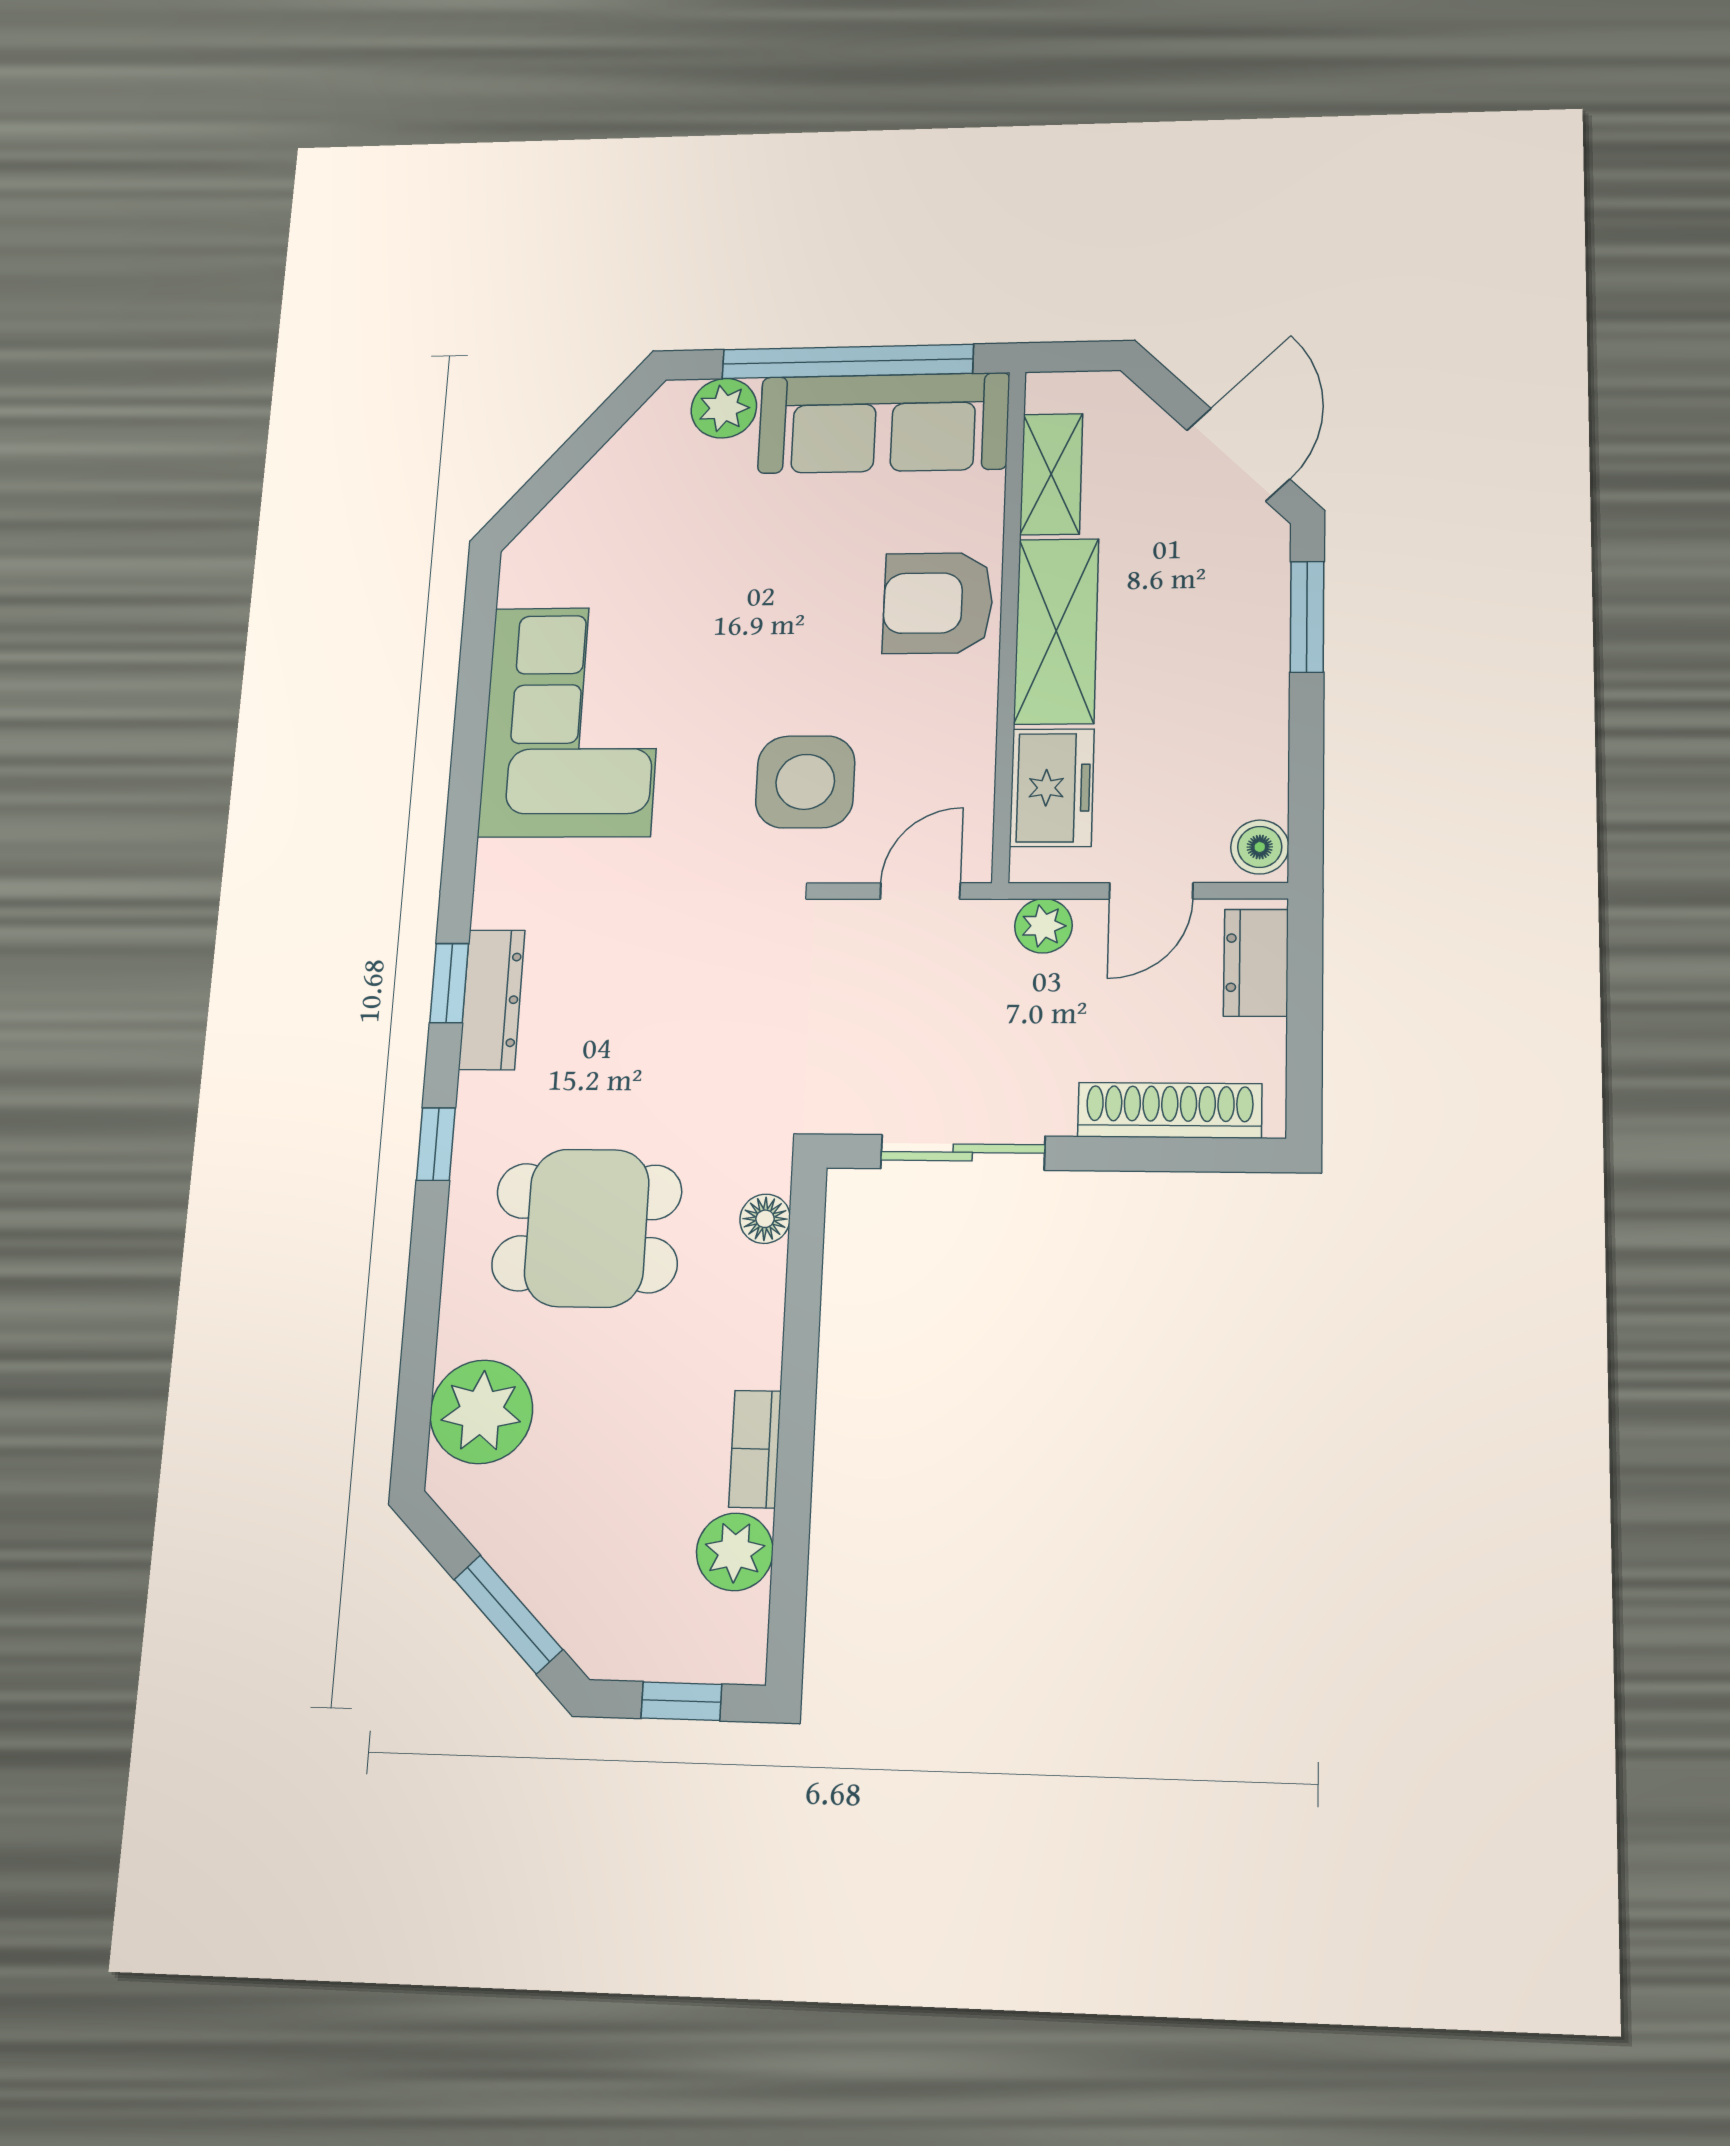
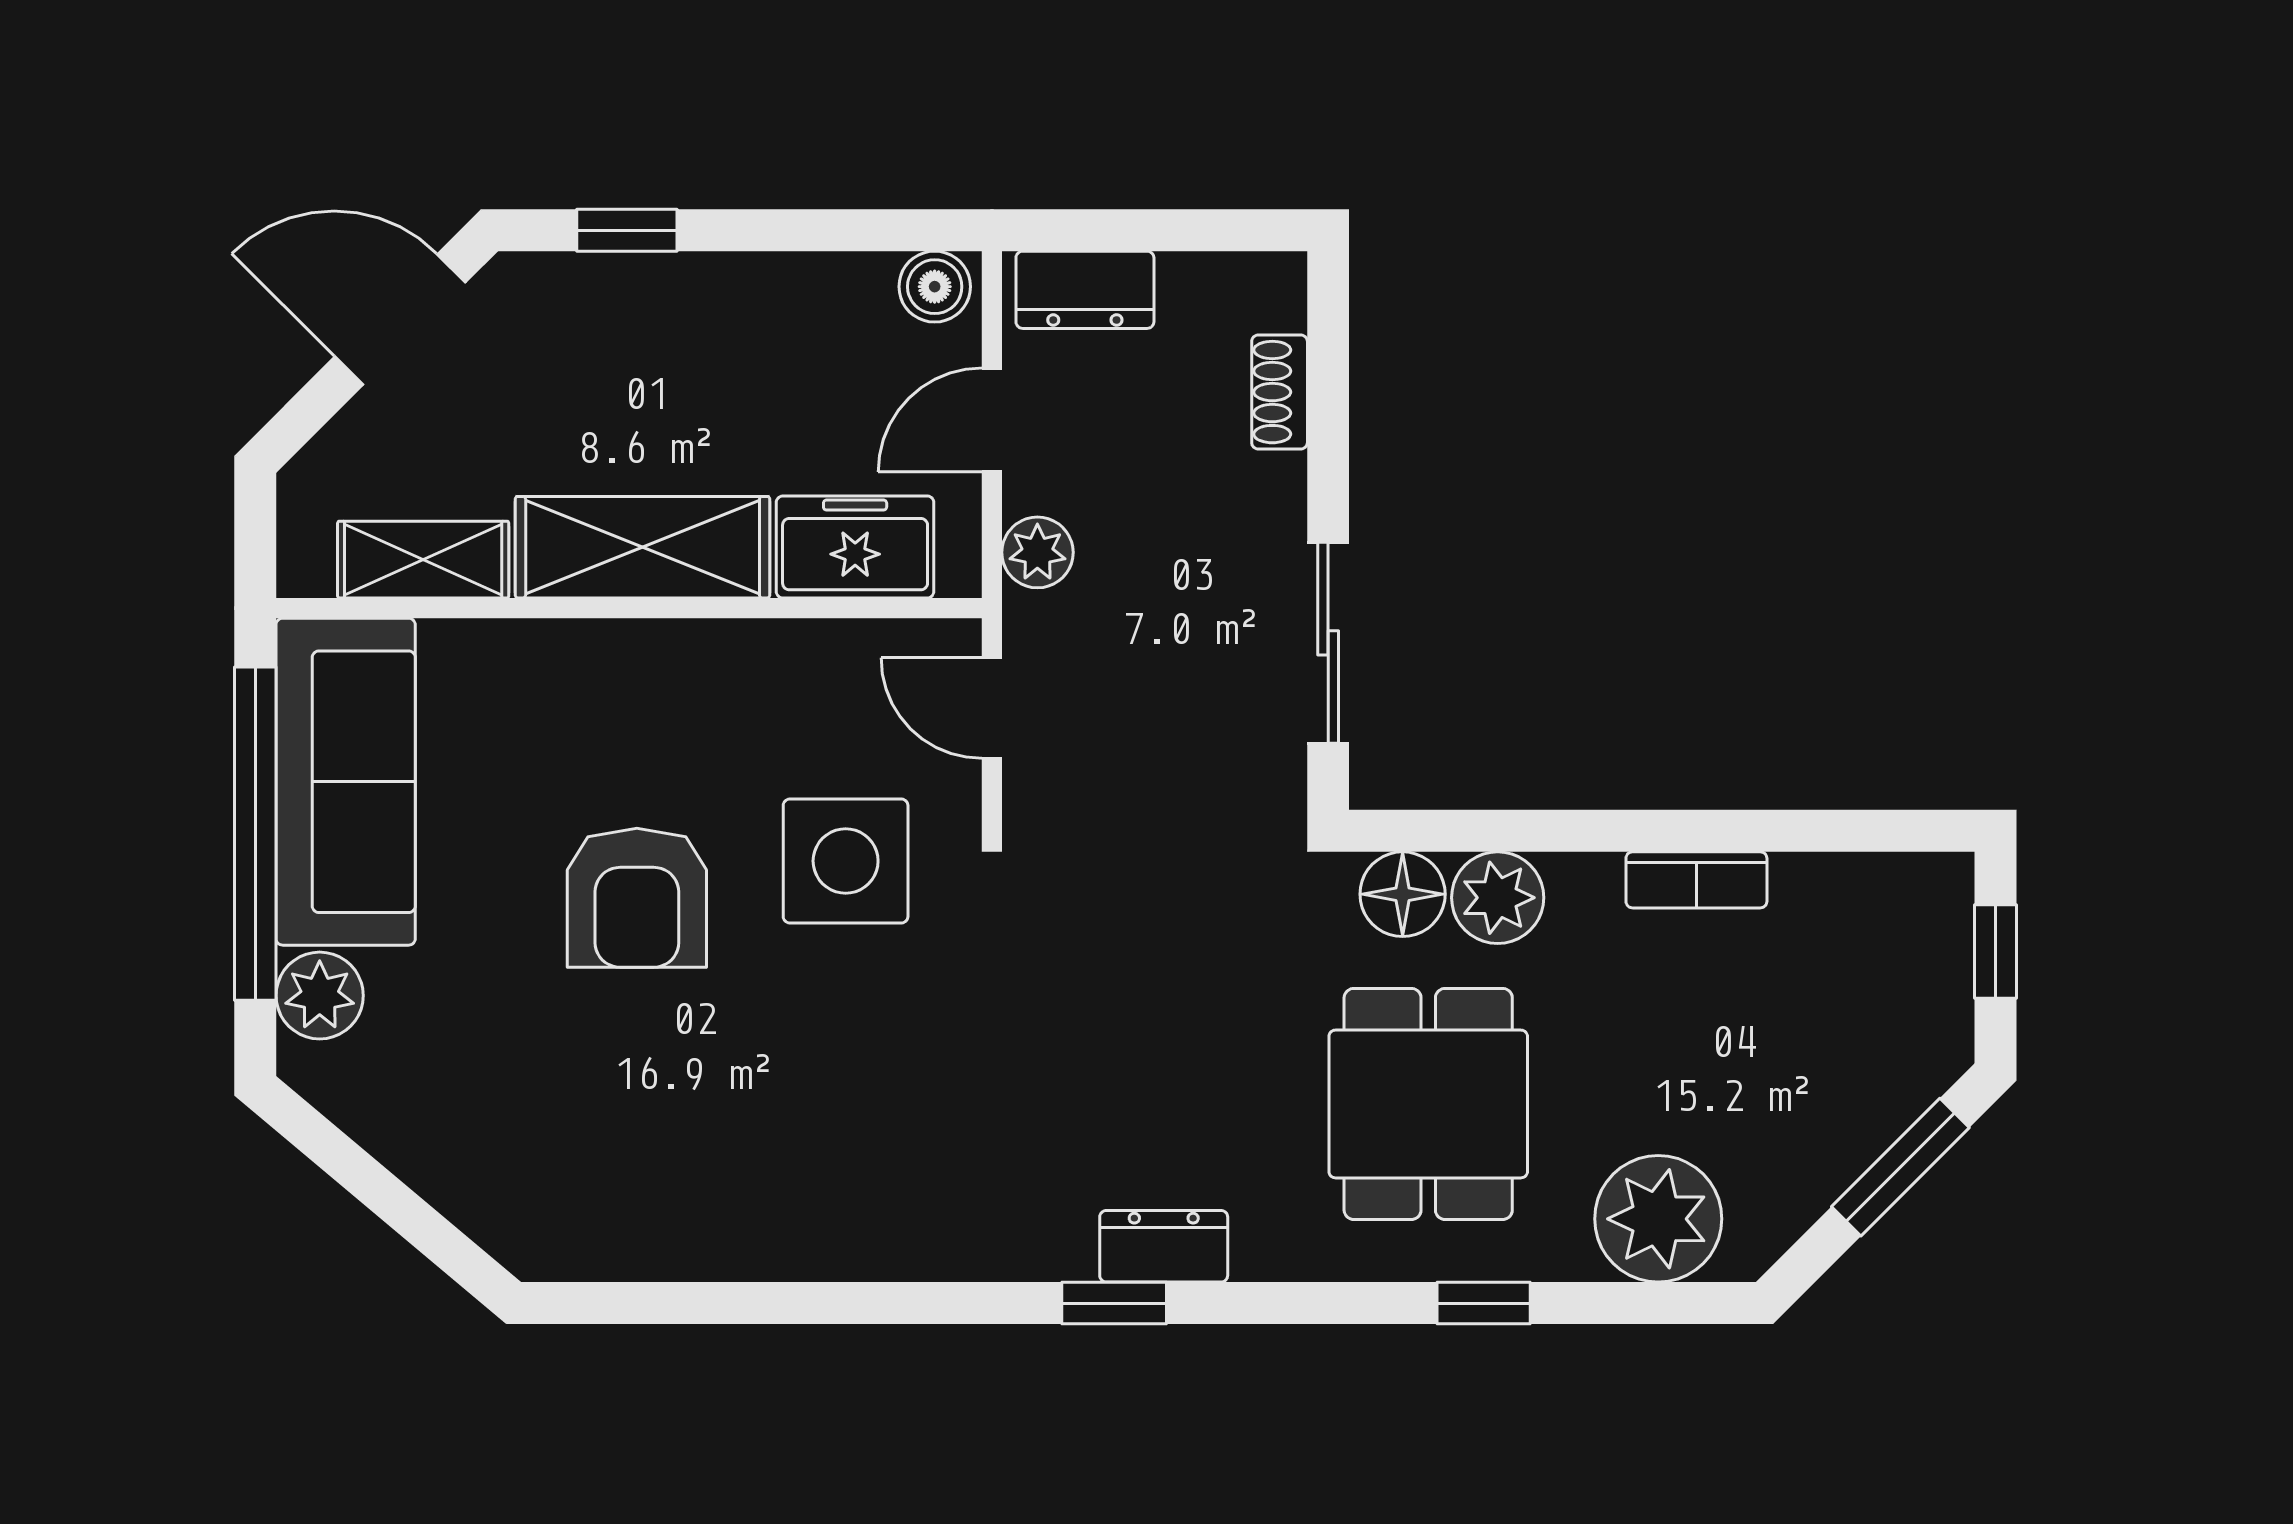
armchair: (938, 603) -> (637, 898), moved
window: (1307, 617) -> (627, 230), width x0.67
corner sofa: (572, 721) -> (761, 1169), removed
door: (1151, 891) -> (992, 420), swing flipped
dresser: (492, 1000) -> (1164, 1246), width x0.70
shoe rack: (1170, 1110) -> (1280, 392), width x0.51, depth x0.81
window: (436, 1144) -> (1484, 1303), moved
floor lamp: (765, 1219) -> (1403, 894), width x1.37, depth x1.37
plant: (735, 1552) -> (1498, 898), moved

